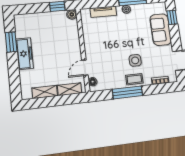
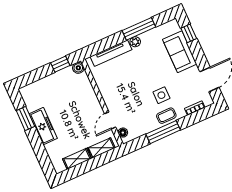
tv unit: (103, 12) -> (111, 53), width x1.41

